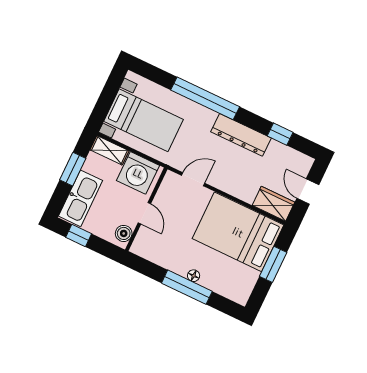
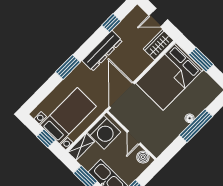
window: (205, 98) -> (68, 67), width x0.47
window: (105, 102) -> (46, 138), added
door: (193, 179) -> (122, 95), width x1.88
door: (144, 213) -> (134, 138), swing flipped

